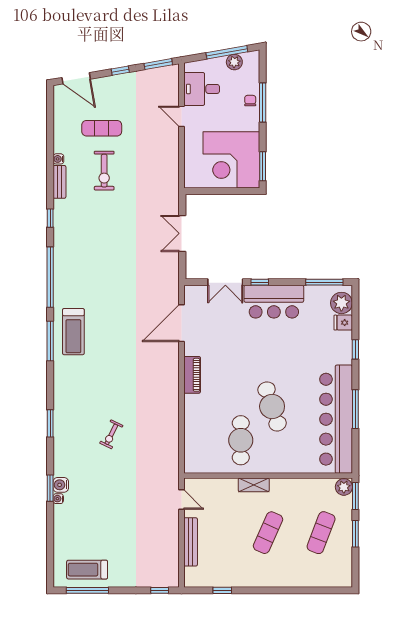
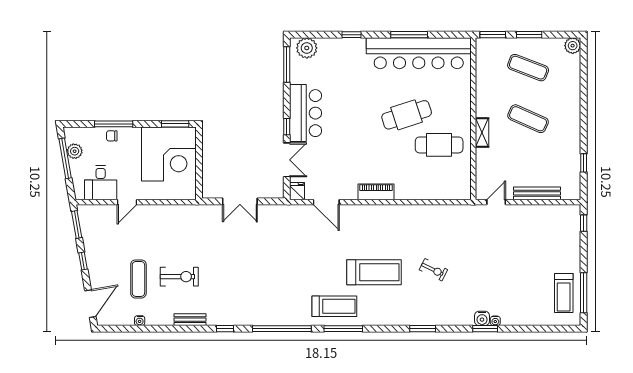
water cooler: (58, 159) -> (140, 321), moved
door: (181, 323) -> (326, 202), width x0.73
fridge: (343, 323) -> (297, 191), moved, turned 180
treadmill: (109, 373) -> (374, 272), added
plant: (344, 487) -> (573, 46), moved

